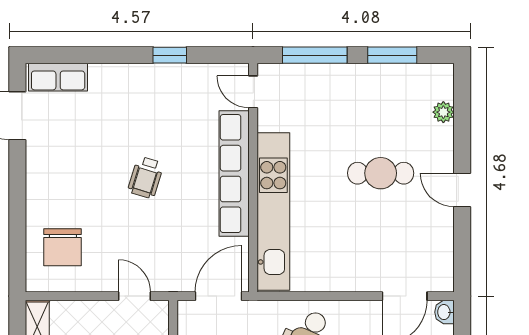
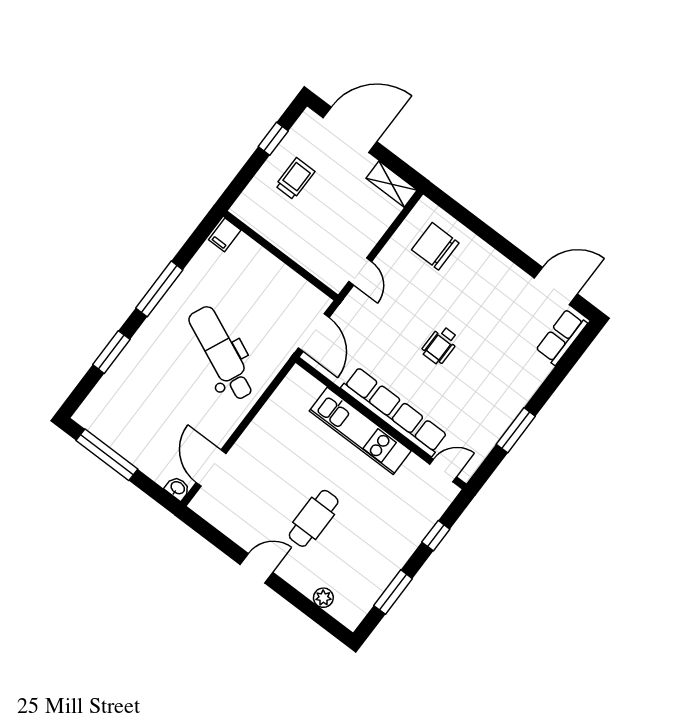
window: (170, 55) -> (516, 430), width x1.50
window: (315, 55) -> (436, 536), width x0.46
wheelchair: (146, 177) -> (440, 345), turned -107
kitchen unit: (273, 211) -> (360, 431), width x0.73
door: (134, 296) -> (360, 272), hinge flipped

